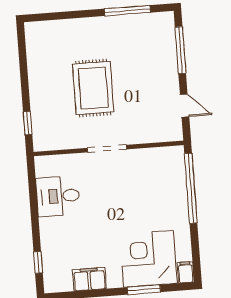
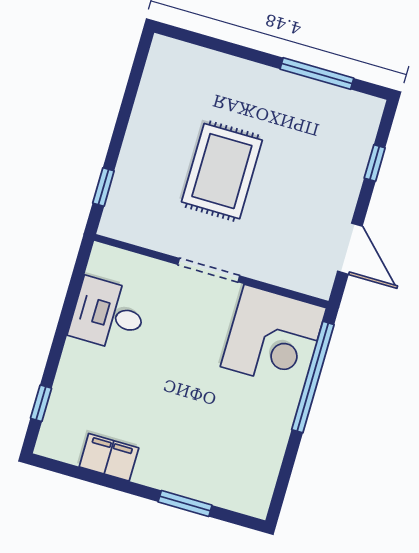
window: (180, 50) -> (375, 163), width x0.46
door: (185, 106) -> (350, 249), width x1.38
corner desk: (148, 259) -> (273, 337), moved, turned 180
filing cabinet: (186, 272) -> (258, 501), removed

